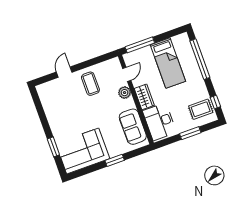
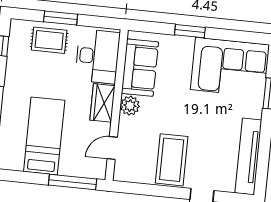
coffee table: (90, 84) -> (172, 160), width x1.36, depth x1.32
plant: (125, 93) -> (130, 106), moved
tv unit: (49, 106) -> (248, 157), added
rug: (201, 109) -> (49, 40), moved

